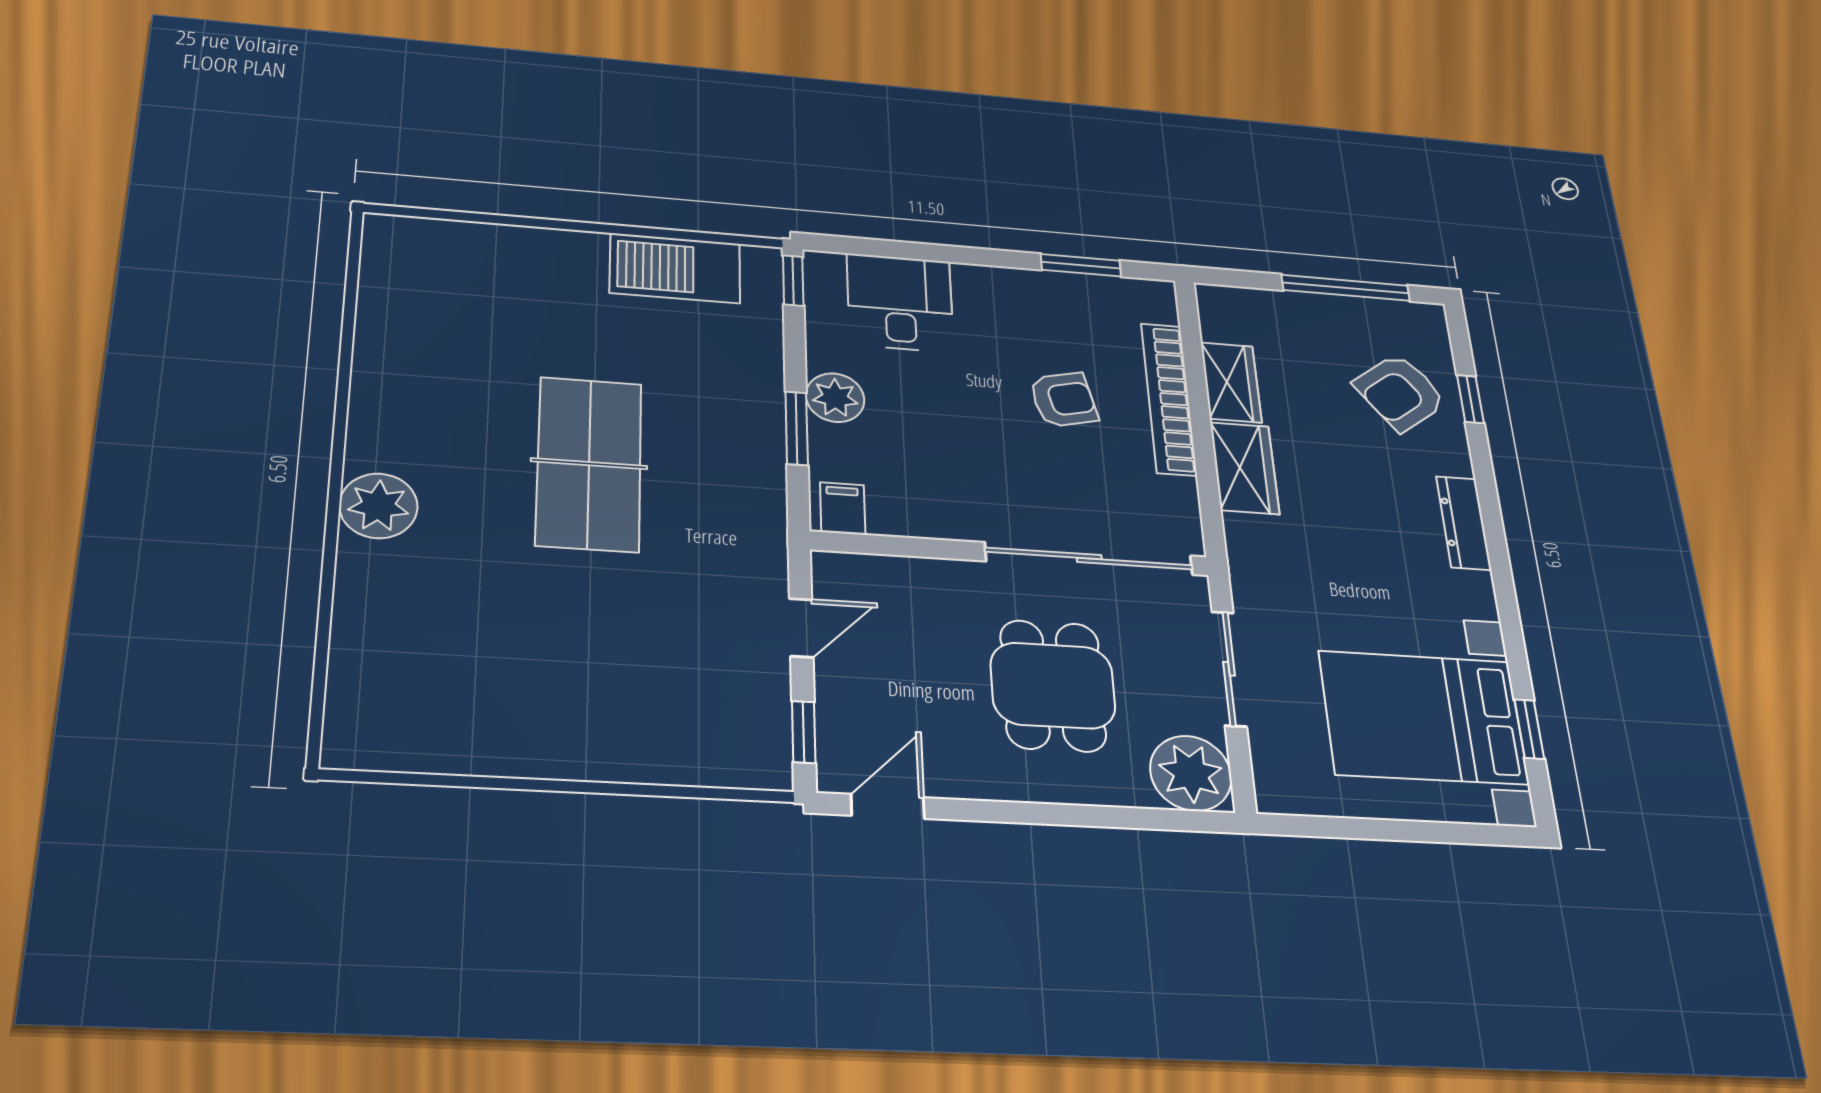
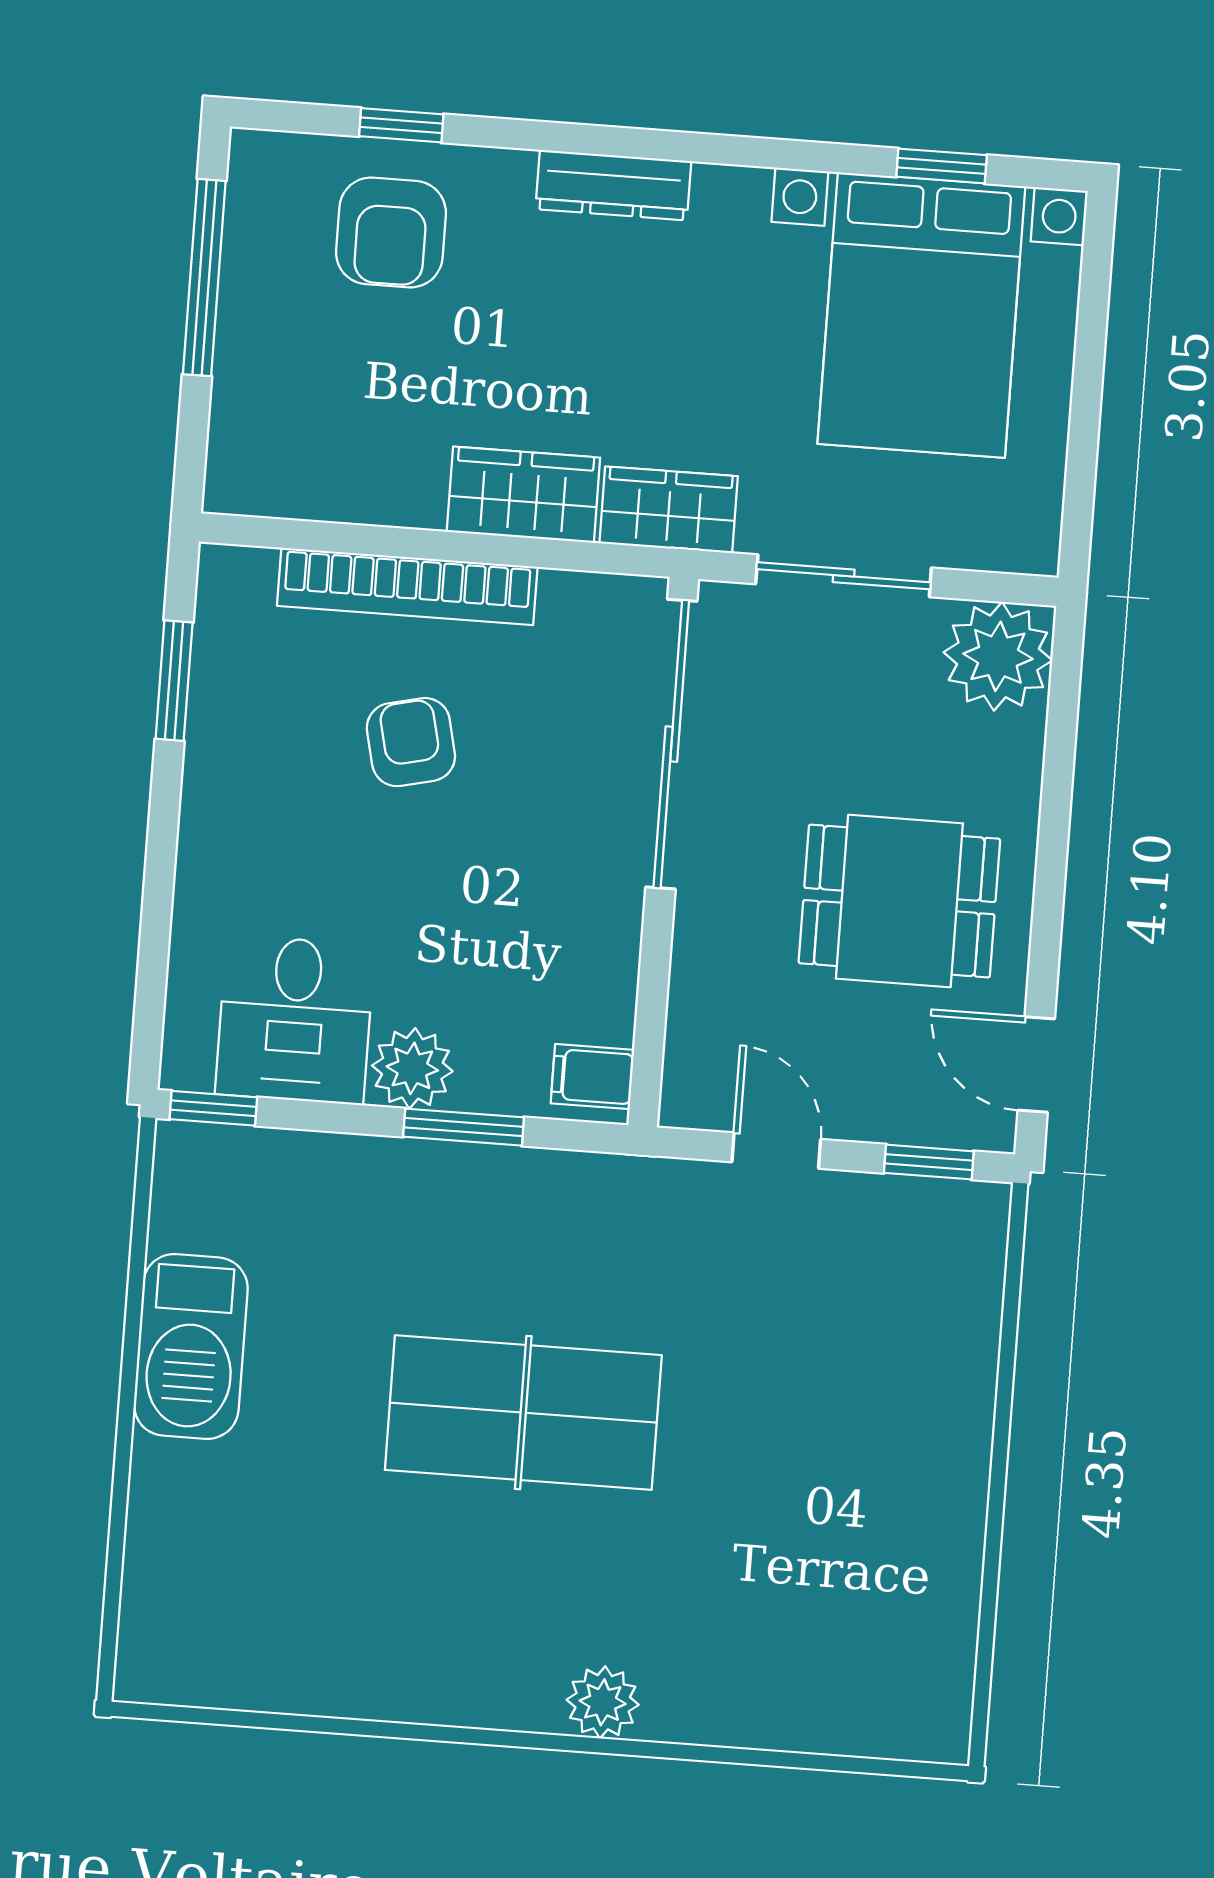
barbecue: (675, 268) -> (191, 1346), moved
desk: (900, 303) -> (295, 1020), moved, turned -90
wardrobe: (1231, 382) -> (669, 510), moved
armchair: (1400, 392) -> (391, 232), turned 37
plant: (378, 506) -> (603, 1702), width x0.73, depth x0.73
dining table: (1053, 686) -> (899, 901), moved

